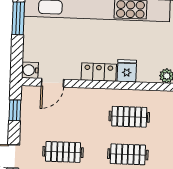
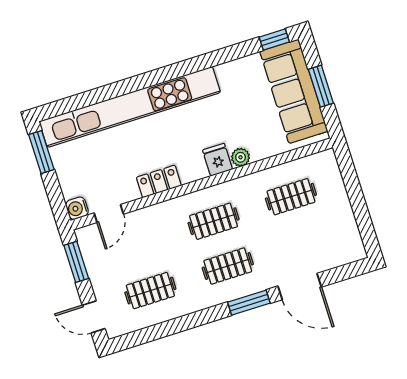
fridge: (127, 71) -> (218, 160), moved
window: (15, 110) -> (76, 262), width x1.50

